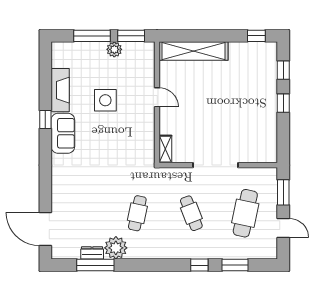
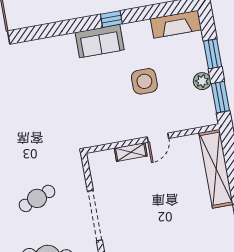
window: (92, 36) -> (213, 54), width x0.69
fireplace: (60, 90) -> (176, 24), moved
shelving: (165, 149) -> (131, 152), moved
cafe table: (137, 213) -> (26, 139), removed

